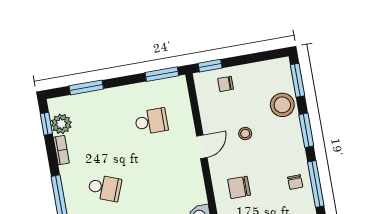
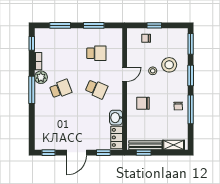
window: (210, 66) -> (154, 25), moved
window: (162, 74) -> (94, 25), moved
stool: (282, 105) -> (169, 65), moved
plant: (61, 124) -> (41, 77), moved
school desk: (161, 178) -> (96, 89), added
school desk: (105, 188) -> (61, 89), turned -42

